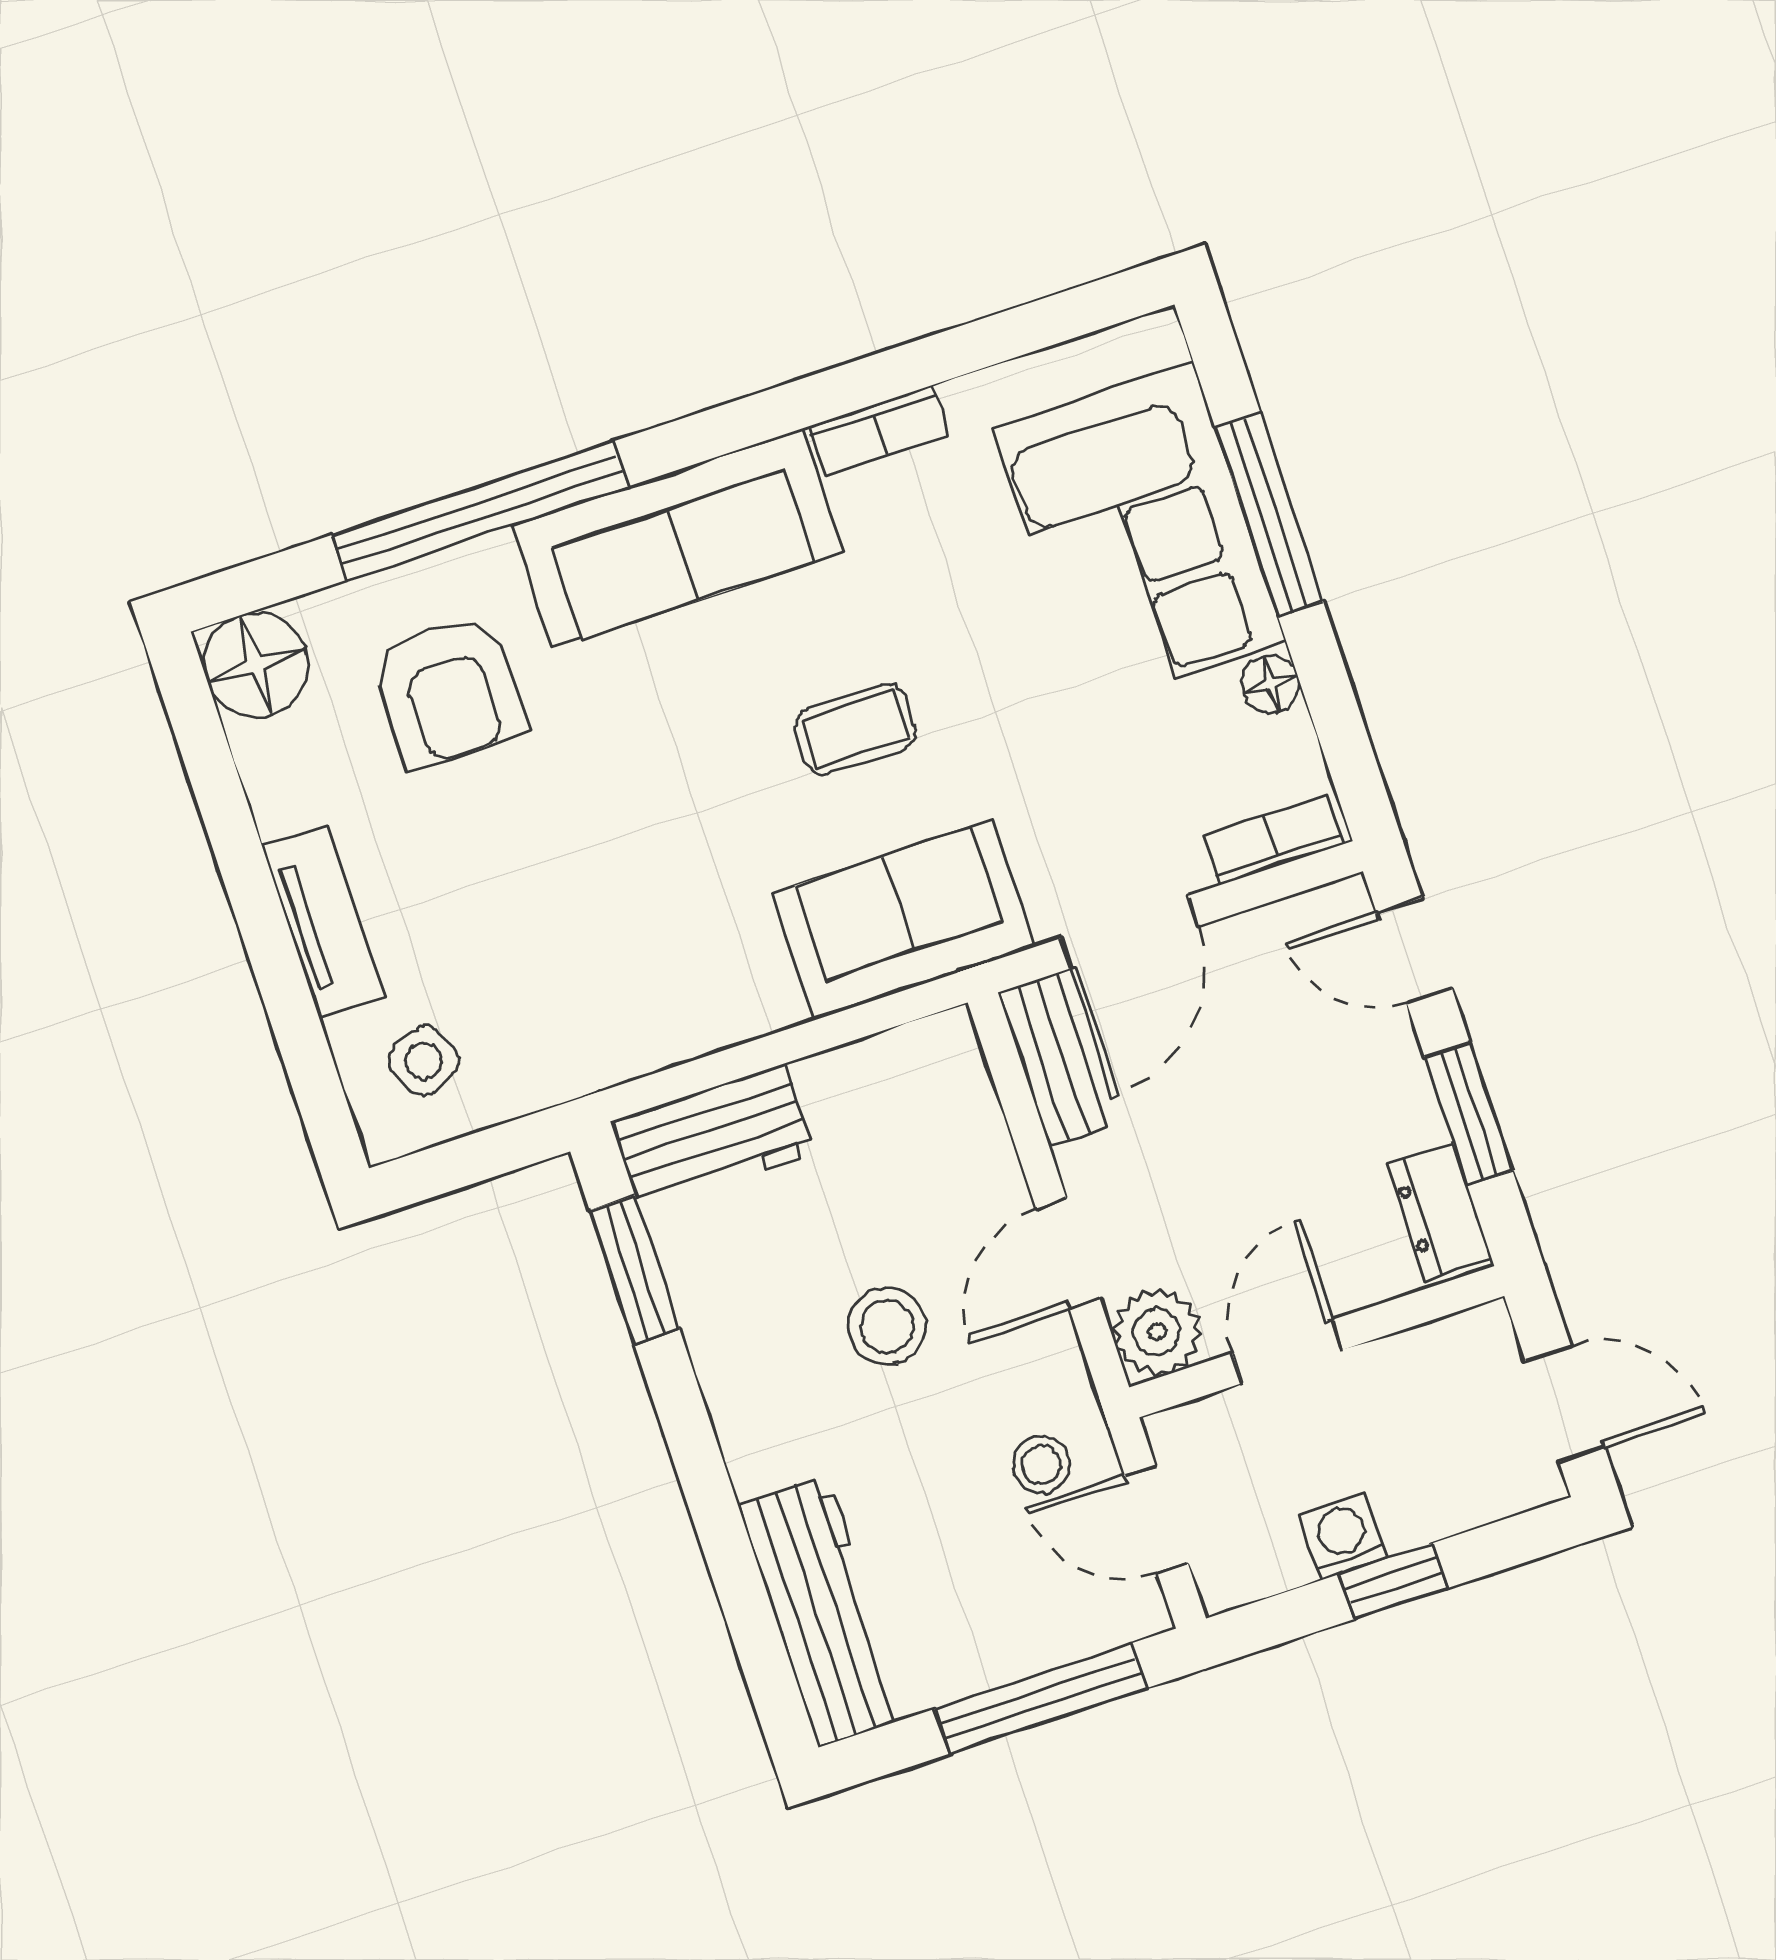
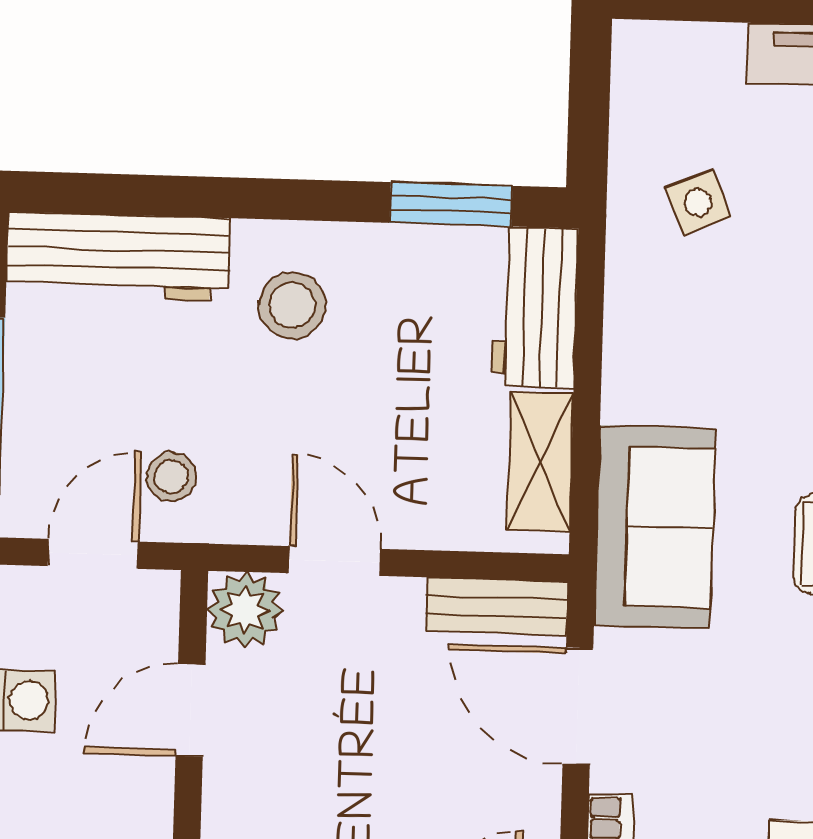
side table: (424, 1061) -> (698, 202), moved
shelving: (879, 1070) -> (540, 462), added
stool: (886, 1326) -> (292, 305), moved
door: (1288, 1351) -> (190, 710), swing flipped

